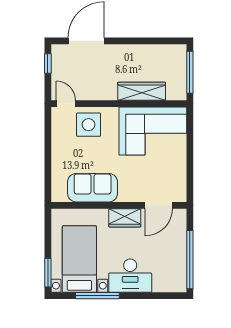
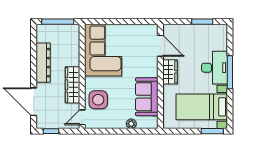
dresser: (137, 53) -> (43, 63), added
wardrobe: (142, 91) -> (72, 85), moved
plant: (57, 168) -> (131, 124), added
window: (190, 260) -> (202, 22), width x0.47
window: (97, 296) -> (230, 72), moved

